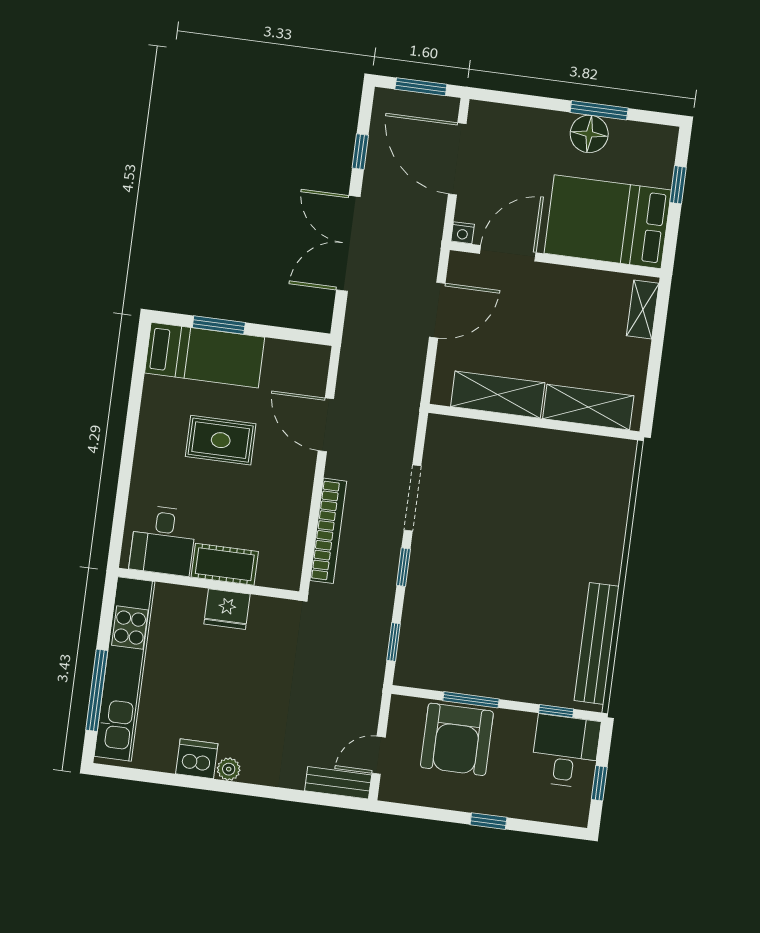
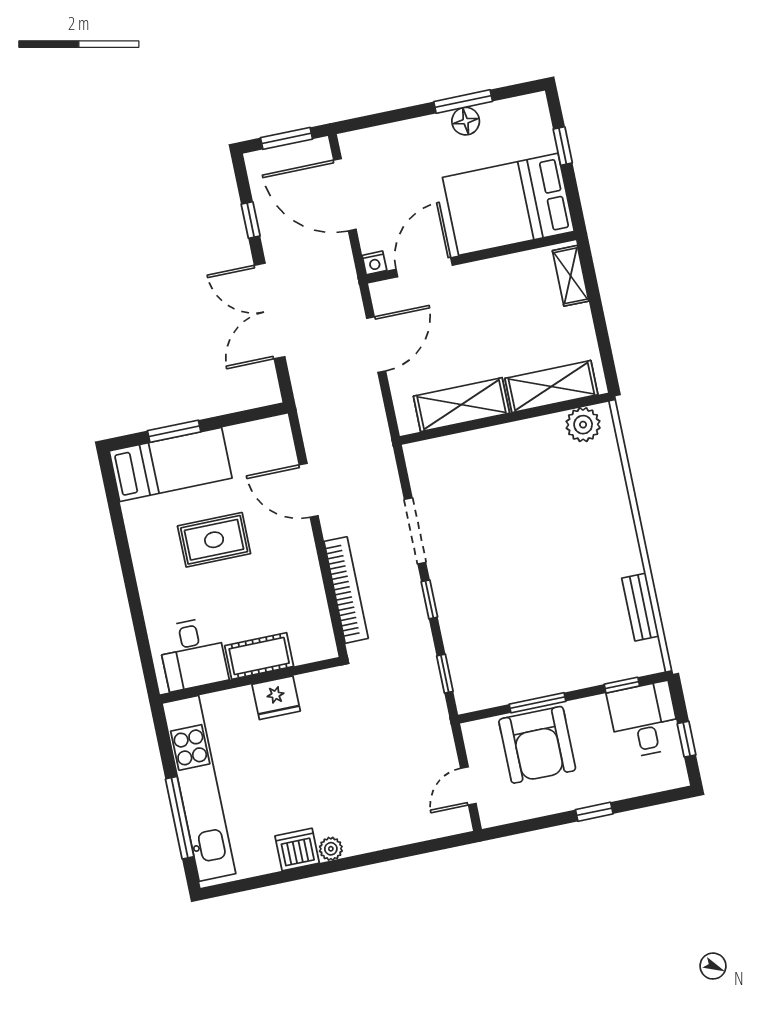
floor lamp: (589, 134) -> (466, 121), width x0.73, depth x0.73
plant: (605, 453) -> (583, 425), added
bench: (597, 643) -> (640, 607), width x0.54, depth x0.82
bench: (338, 783) -> (439, 825), removed

